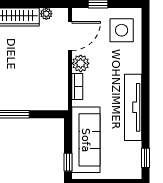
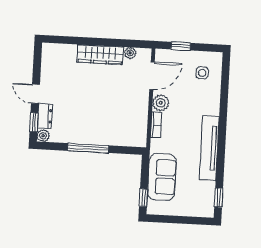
side table: (122, 30) -> (202, 73), width x0.54, depth x0.54
sofa: (86, 140) -> (162, 177), width x0.73

